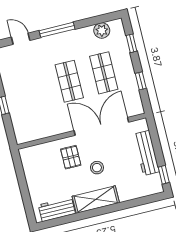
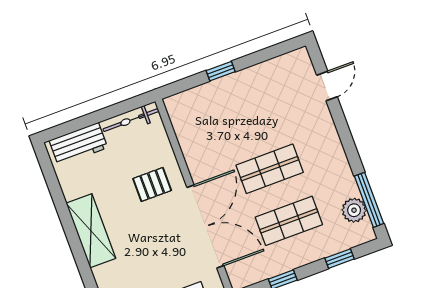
window: (57, 30) -> (369, 200), moved
bicycle: (28, 166) -> (131, 120), added
stool: (97, 168) -> (141, 227), removed
workbench: (57, 209) -> (78, 144), moved, turned 90

